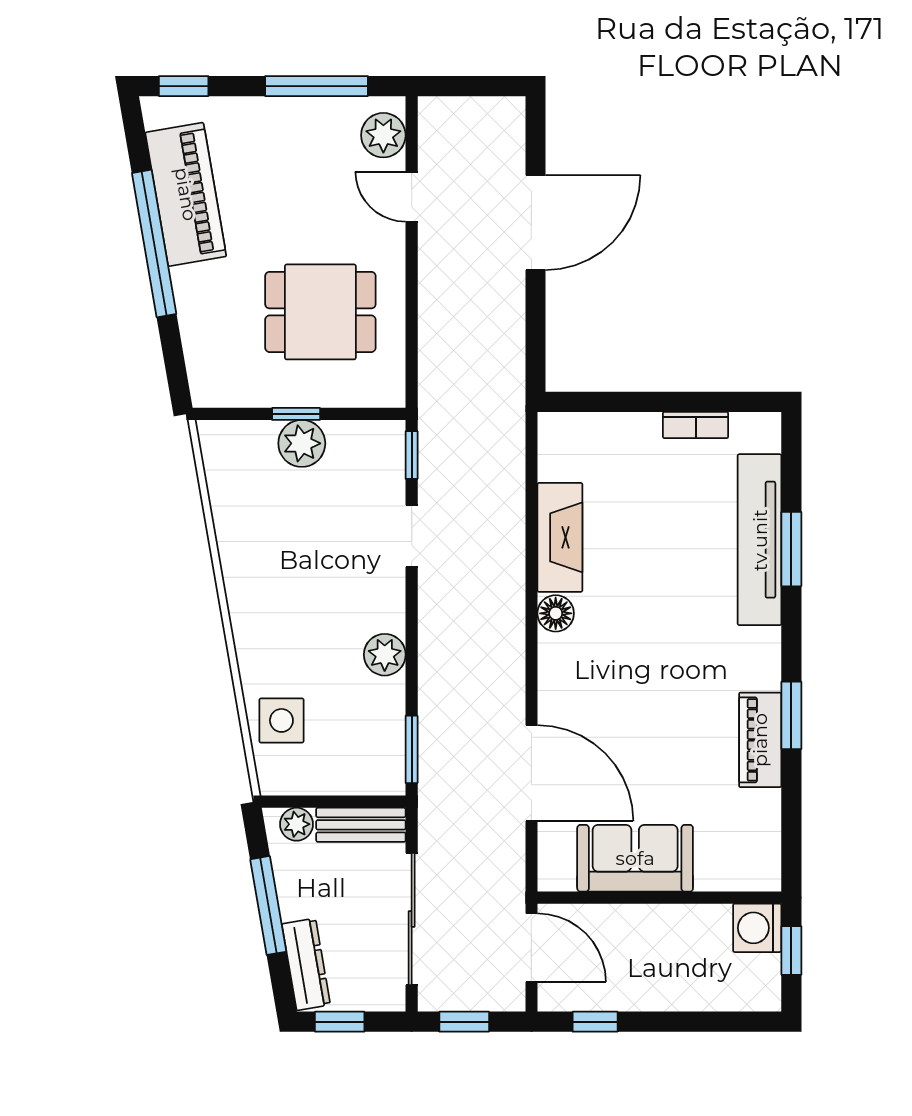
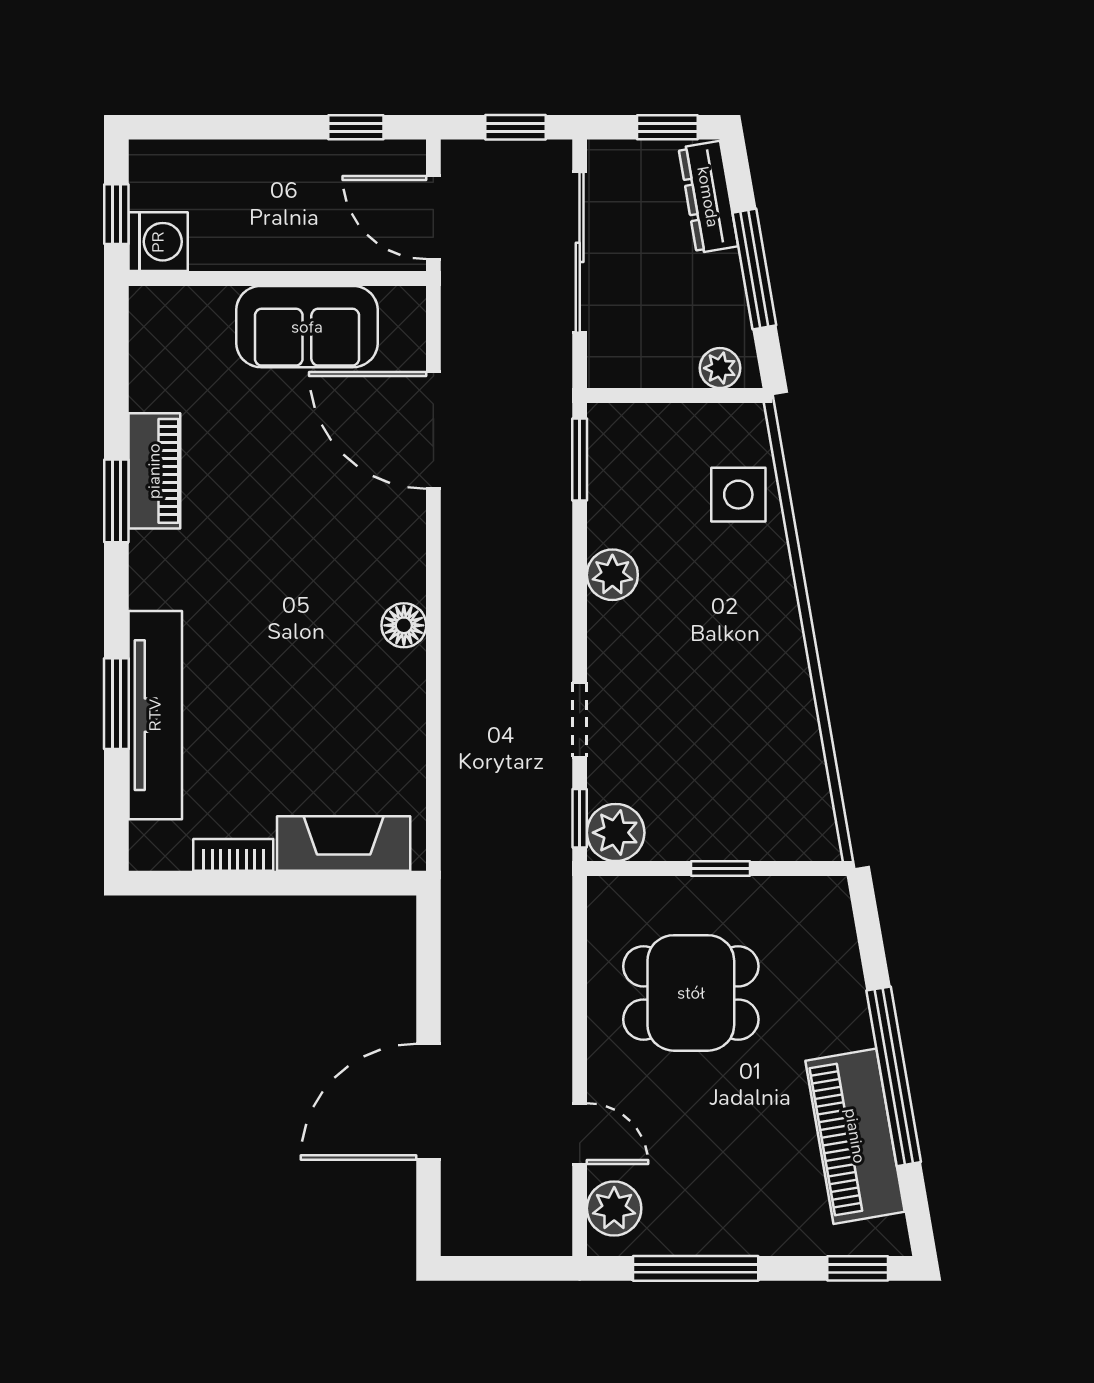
plant: (302, 443) -> (616, 833), moved
fireplace: (560, 537) -> (344, 844), moved, turned 90
bench: (361, 825) -> (641, 367), removed

